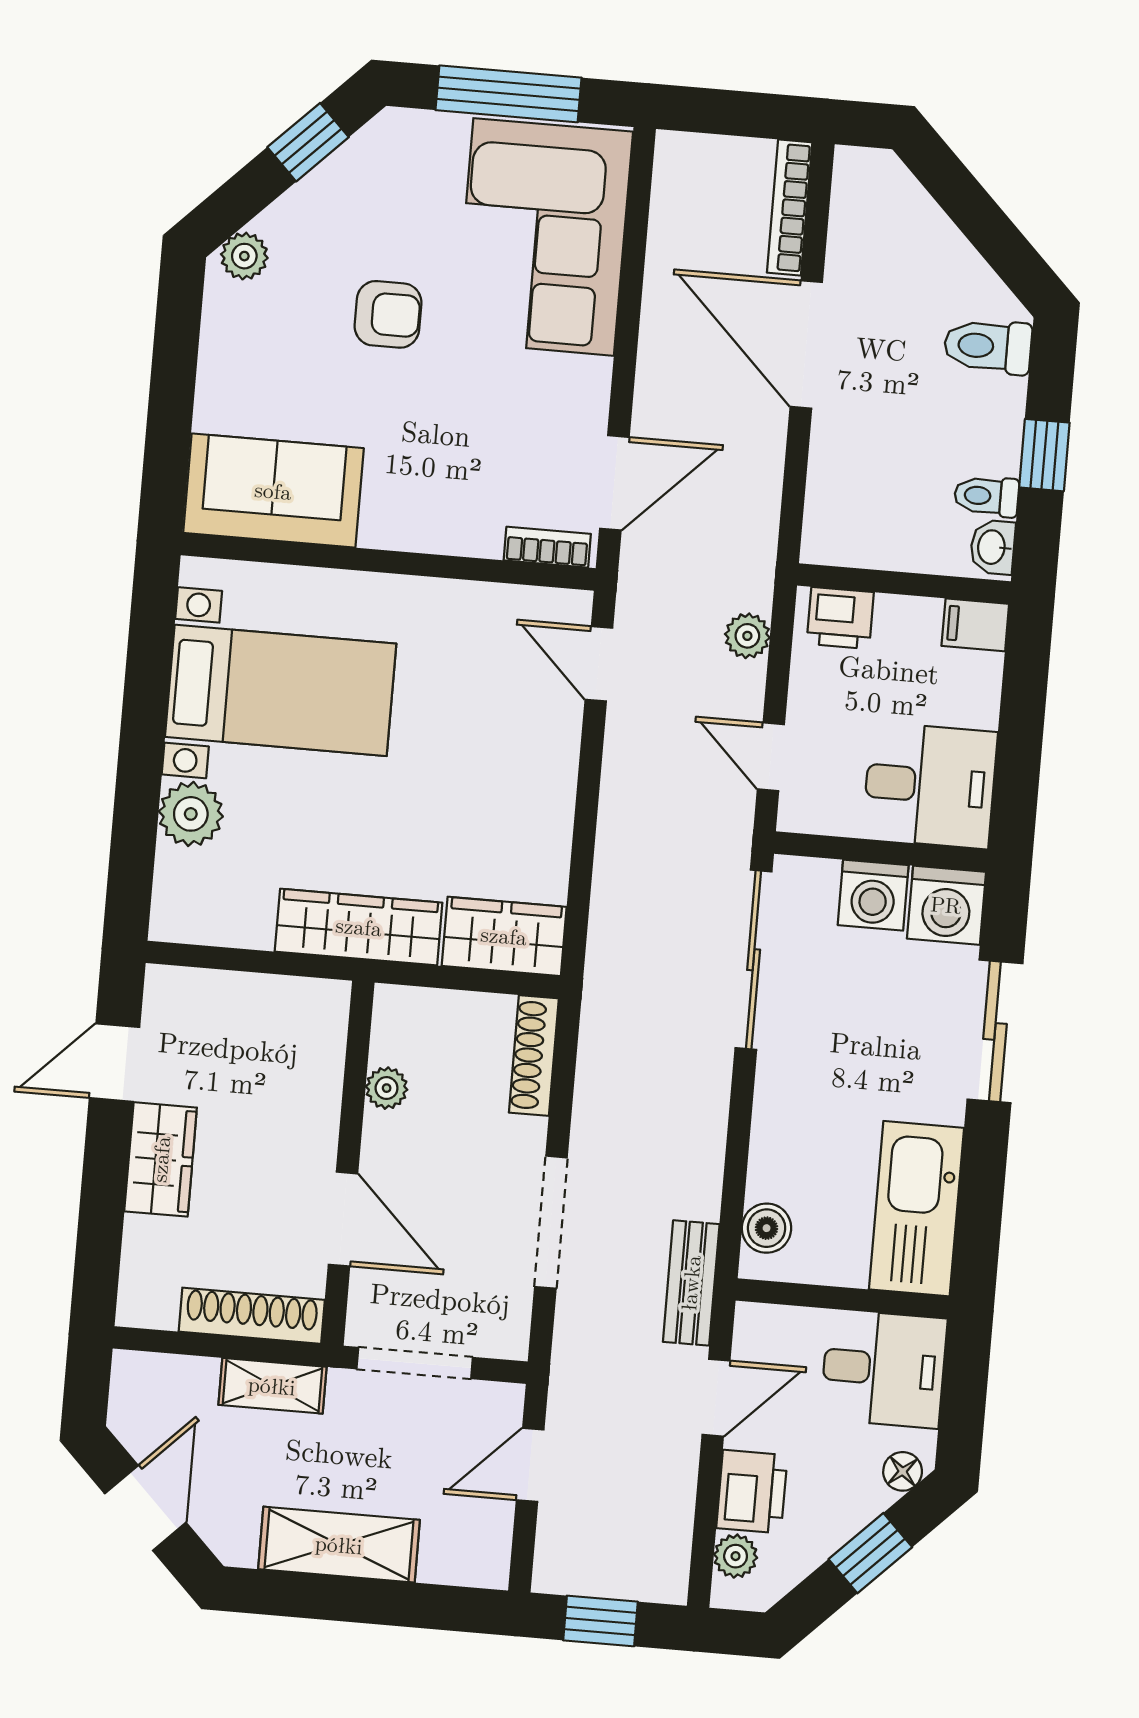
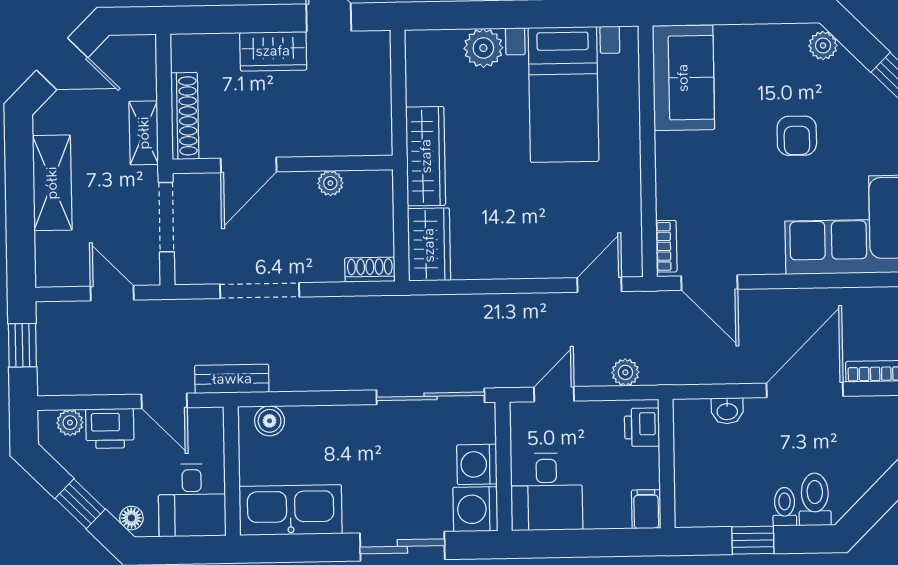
toilet: (986, 496) -> (785, 507), moved
washbasin: (993, 547) -> (727, 411), moved, turned 180
shoe rack: (534, 1055) -> (370, 270), width x0.70

